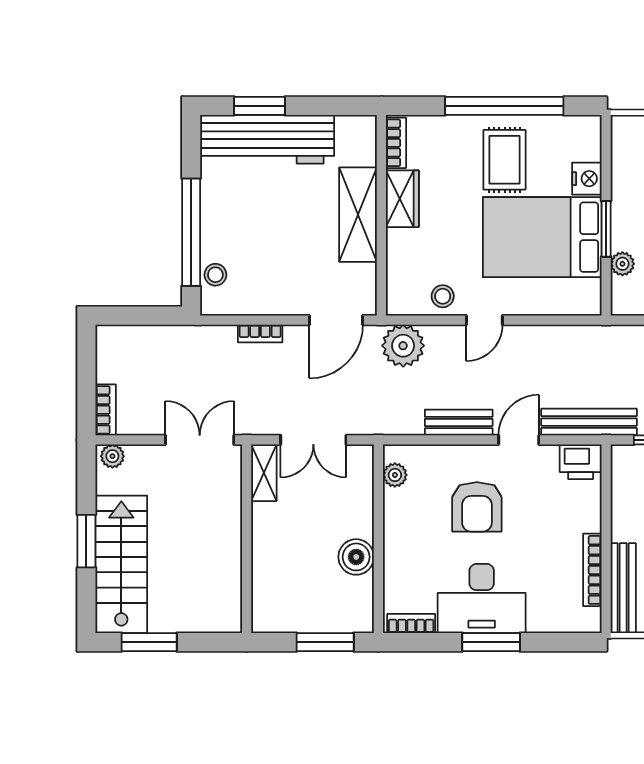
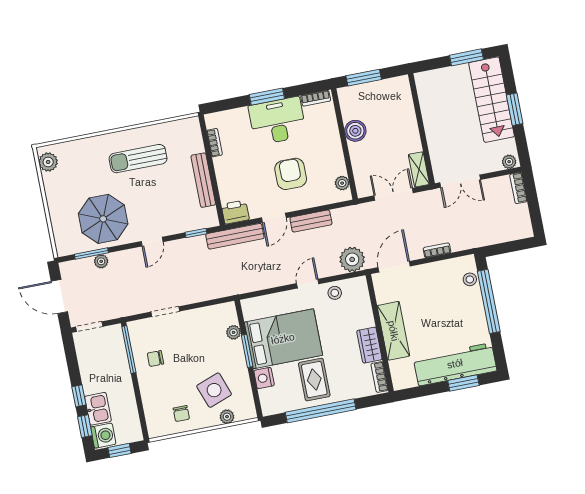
bookcase: (592, 570) -> (215, 143), width x0.64
bench: (623, 588) -> (203, 180), moved

